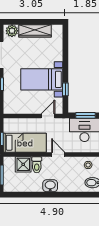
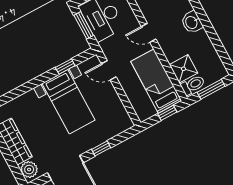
door: (58, 154) -> (149, 33), hinge flipped
toilet: (37, 165) -> (193, 85), moved

